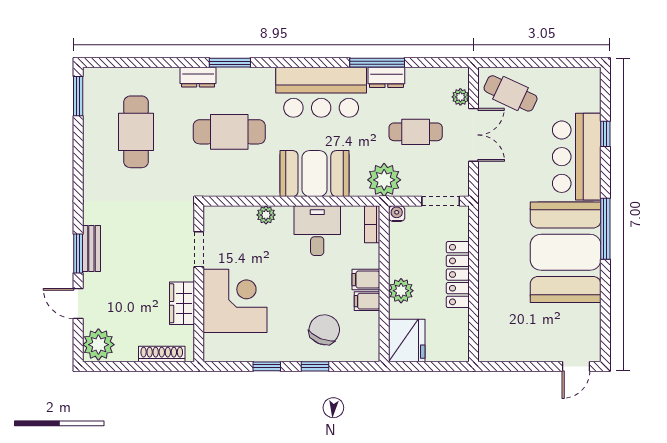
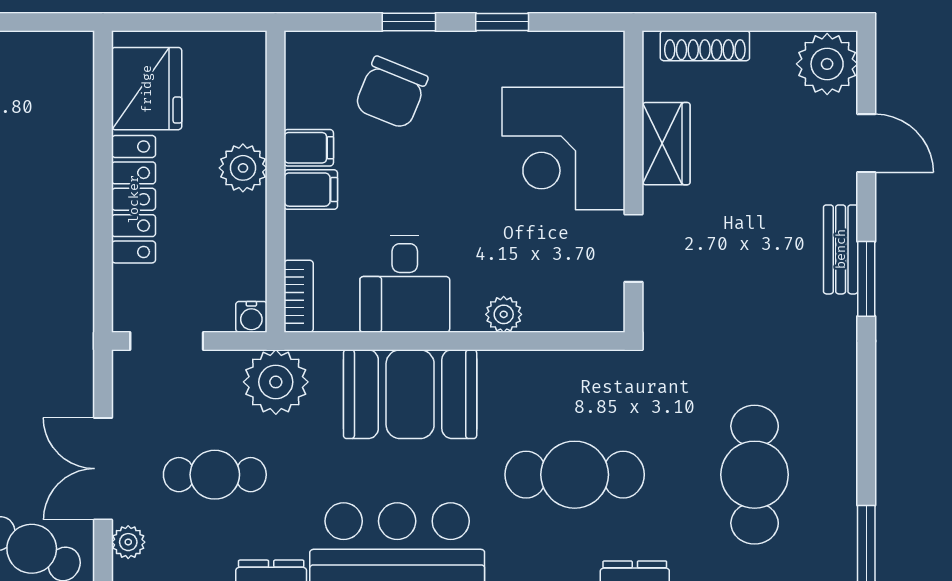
window: (78, 254) -> (866, 279), moved
fridge: (407, 341) -> (147, 89), moved, turned 180

